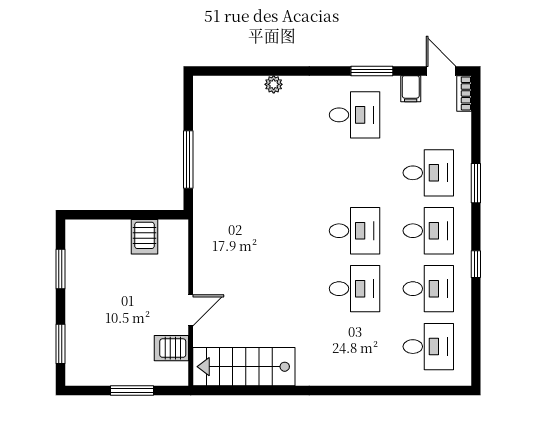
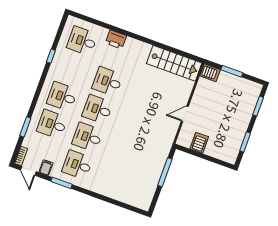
plant: (274, 84) -> (111, 193), removed
window: (476, 183) -> (25, 127), moved
window: (476, 264) -> (51, 56), moved
desk: (428, 289) -> (87, 137), moved
door: (191, 310) -> (185, 114), moved
server rack: (171, 348) -> (210, 73), moved
printer: (367, 372) -> (116, 39), added

